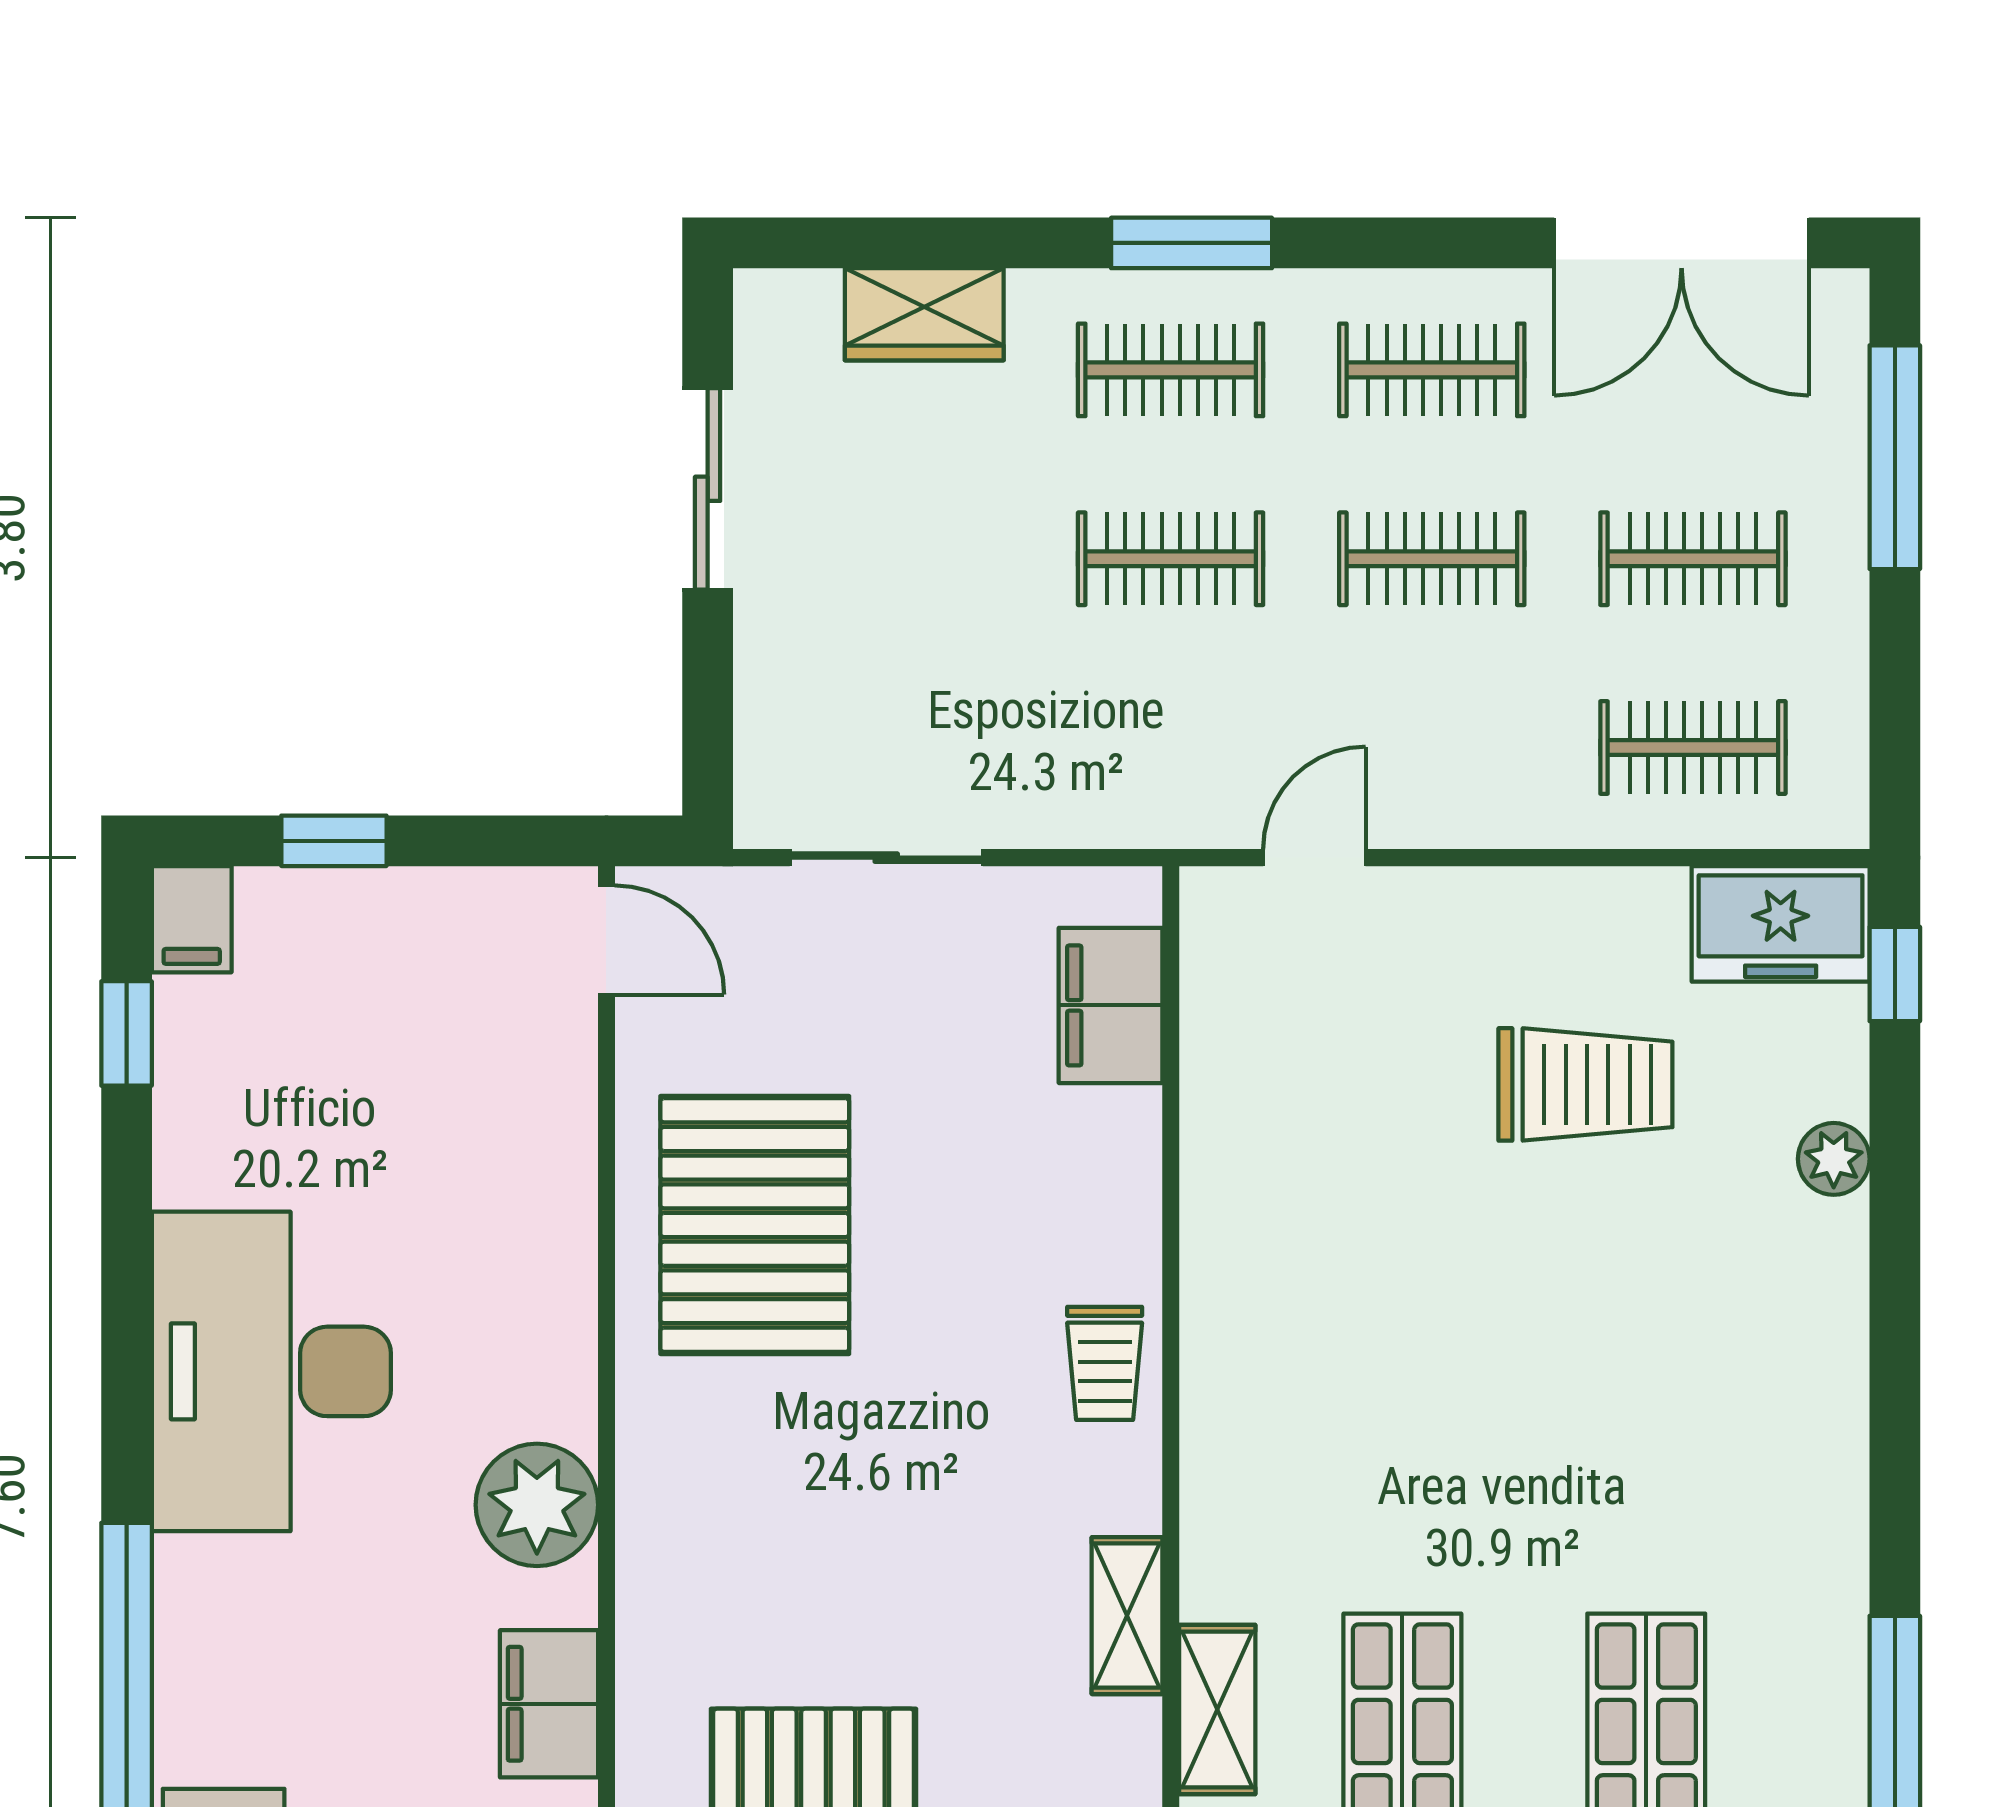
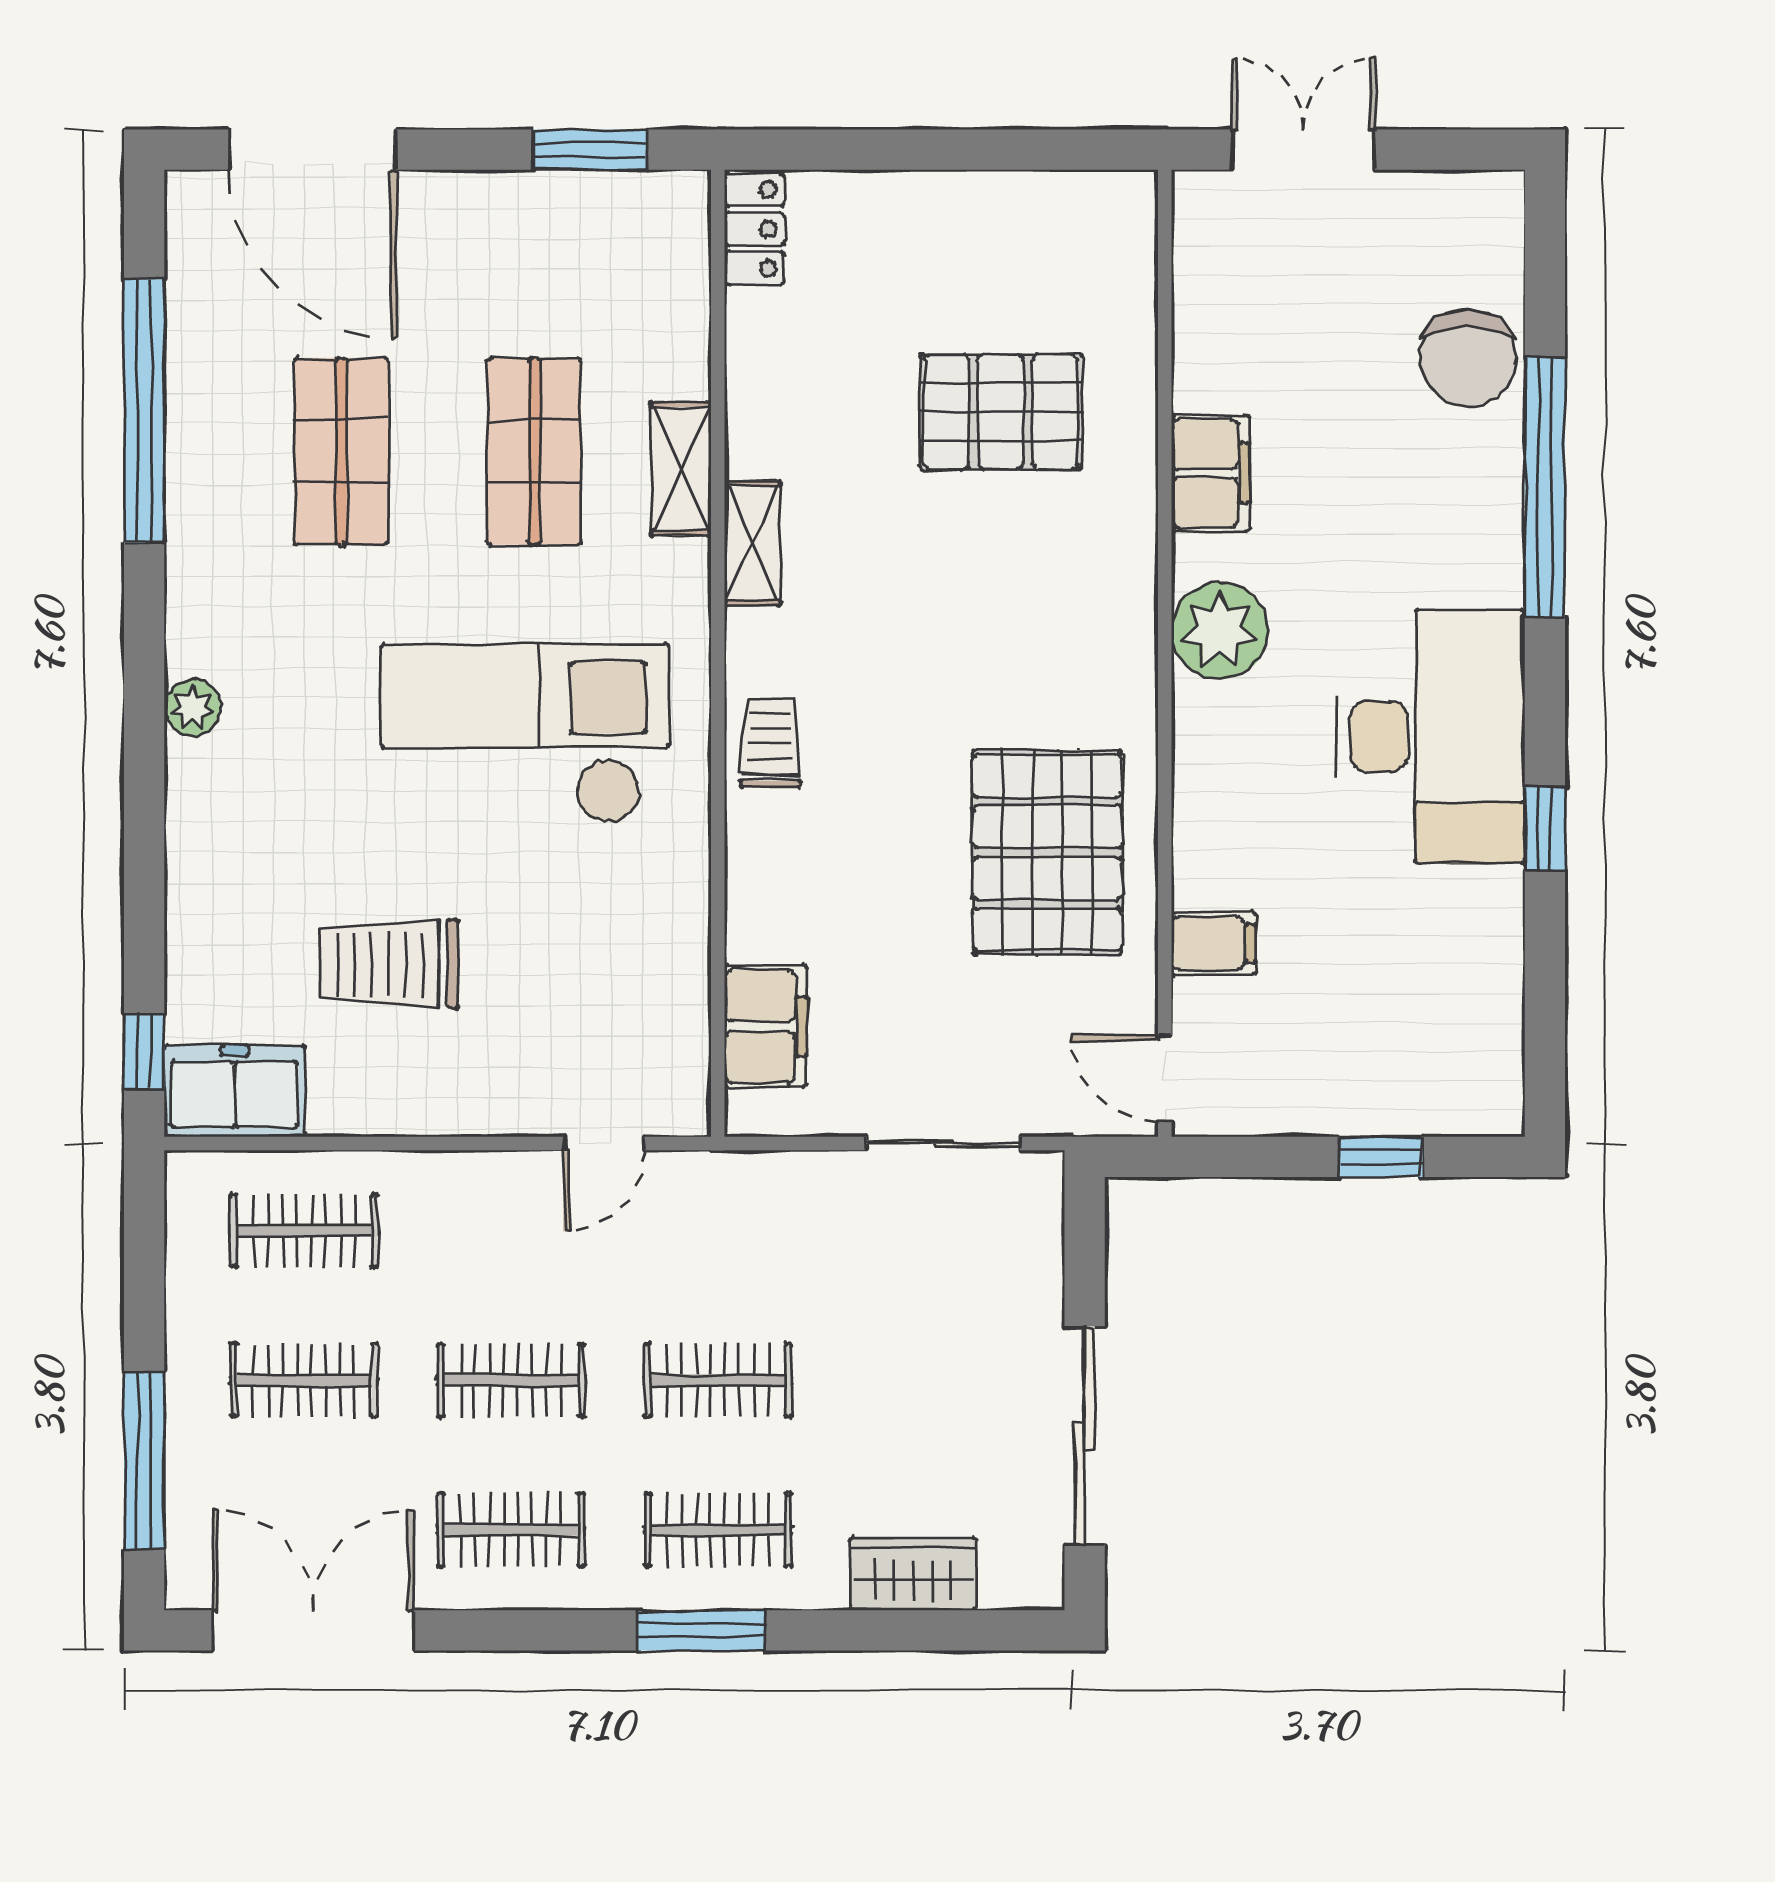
sliding door: (708, 489) -> (1085, 1436), width x1.37
filing cabinet: (192, 919) -> (1214, 944), moved, turned 90
window: (127, 1033) -> (1545, 829), moved
plant: (1834, 1159) -> (193, 708), moved
checkout: (1414, 1375) -> (525, 733), added

